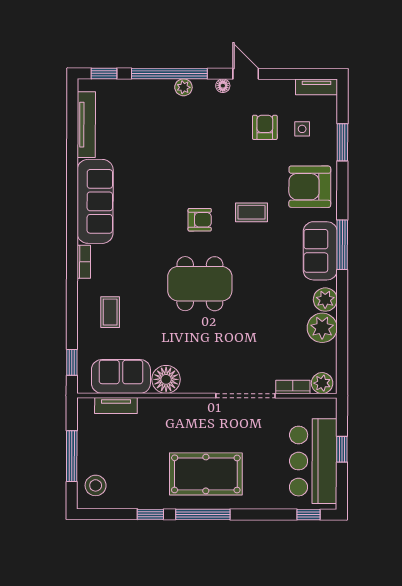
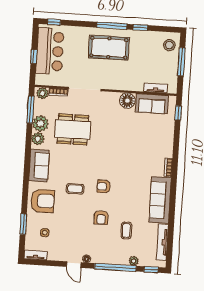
plant: (183, 87) -> (134, 261), moved
armchair: (265, 127) -> (101, 218), moved
window: (342, 245) -> (30, 110), moved
dining table: (200, 284) -> (73, 129), moved
coffee table: (110, 312) -> (126, 230), moved

